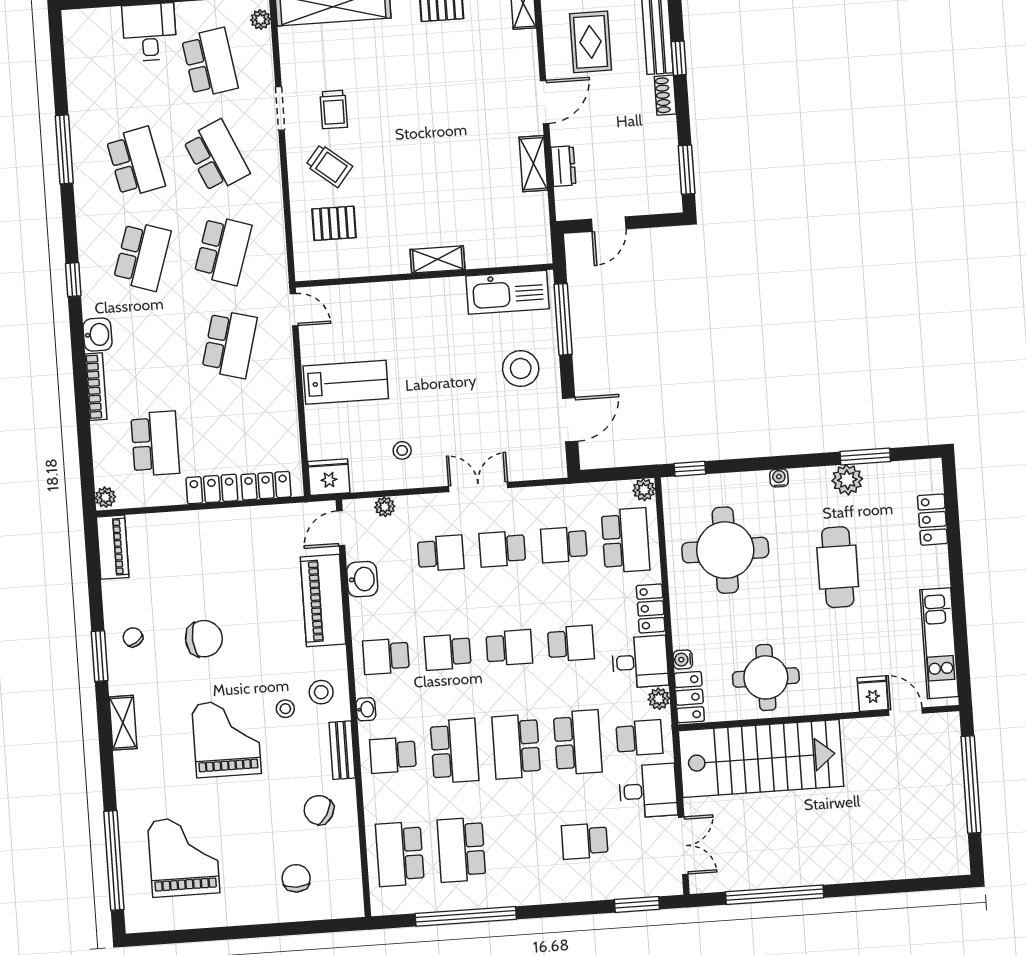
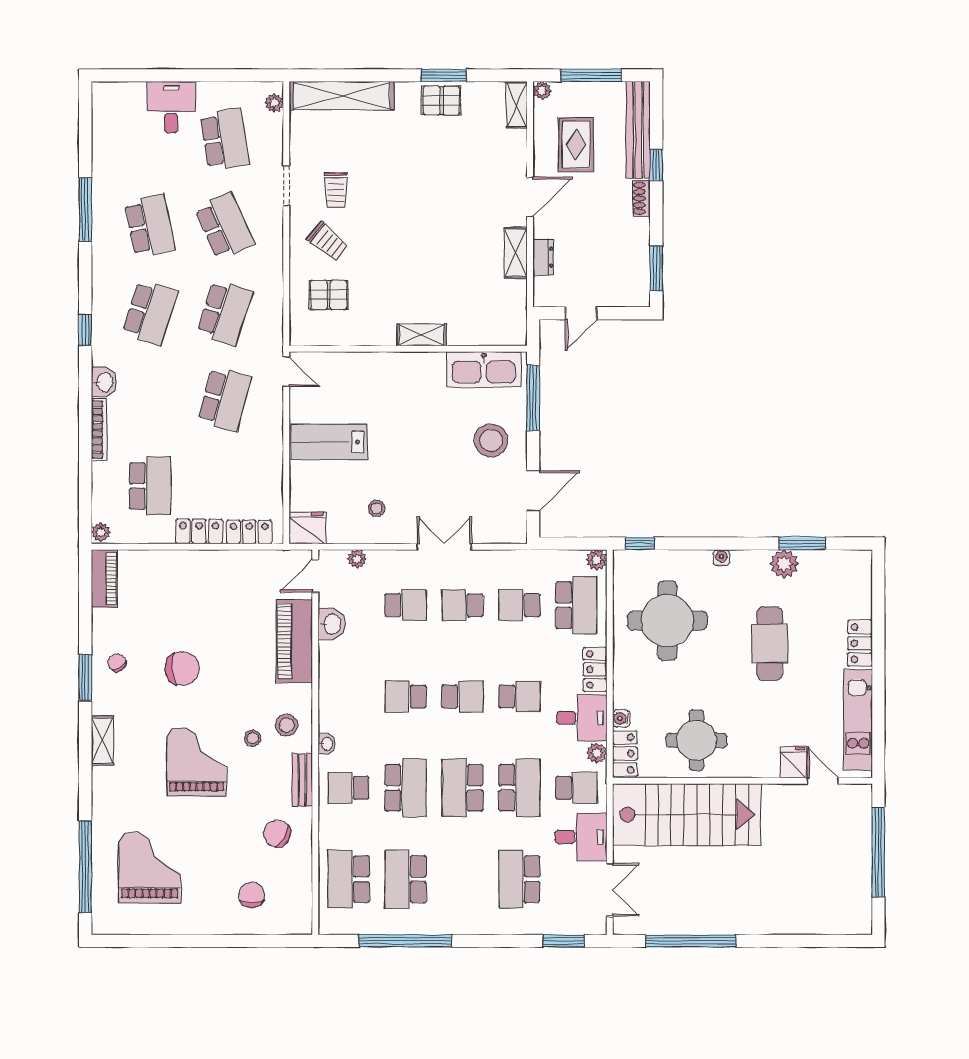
lab bench: (346, 382) -> (329, 442), turned 180
locker: (933, 520) -> (860, 643), moved
school desk: (386, 656) -> (349, 697), removed
school desk: (585, 841) -> (519, 879), width x1.85

